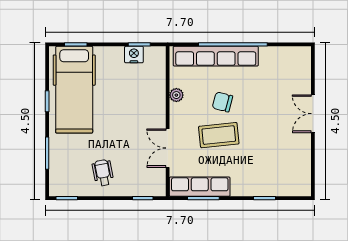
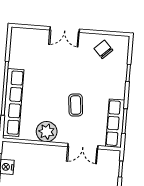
plant: (176, 95) -> (47, 132), width x1.88, depth x1.88
chair: (222, 102) -> (103, 49), moved, turned 121
coffee table: (219, 135) -> (76, 105), width x0.73, depth x0.77

